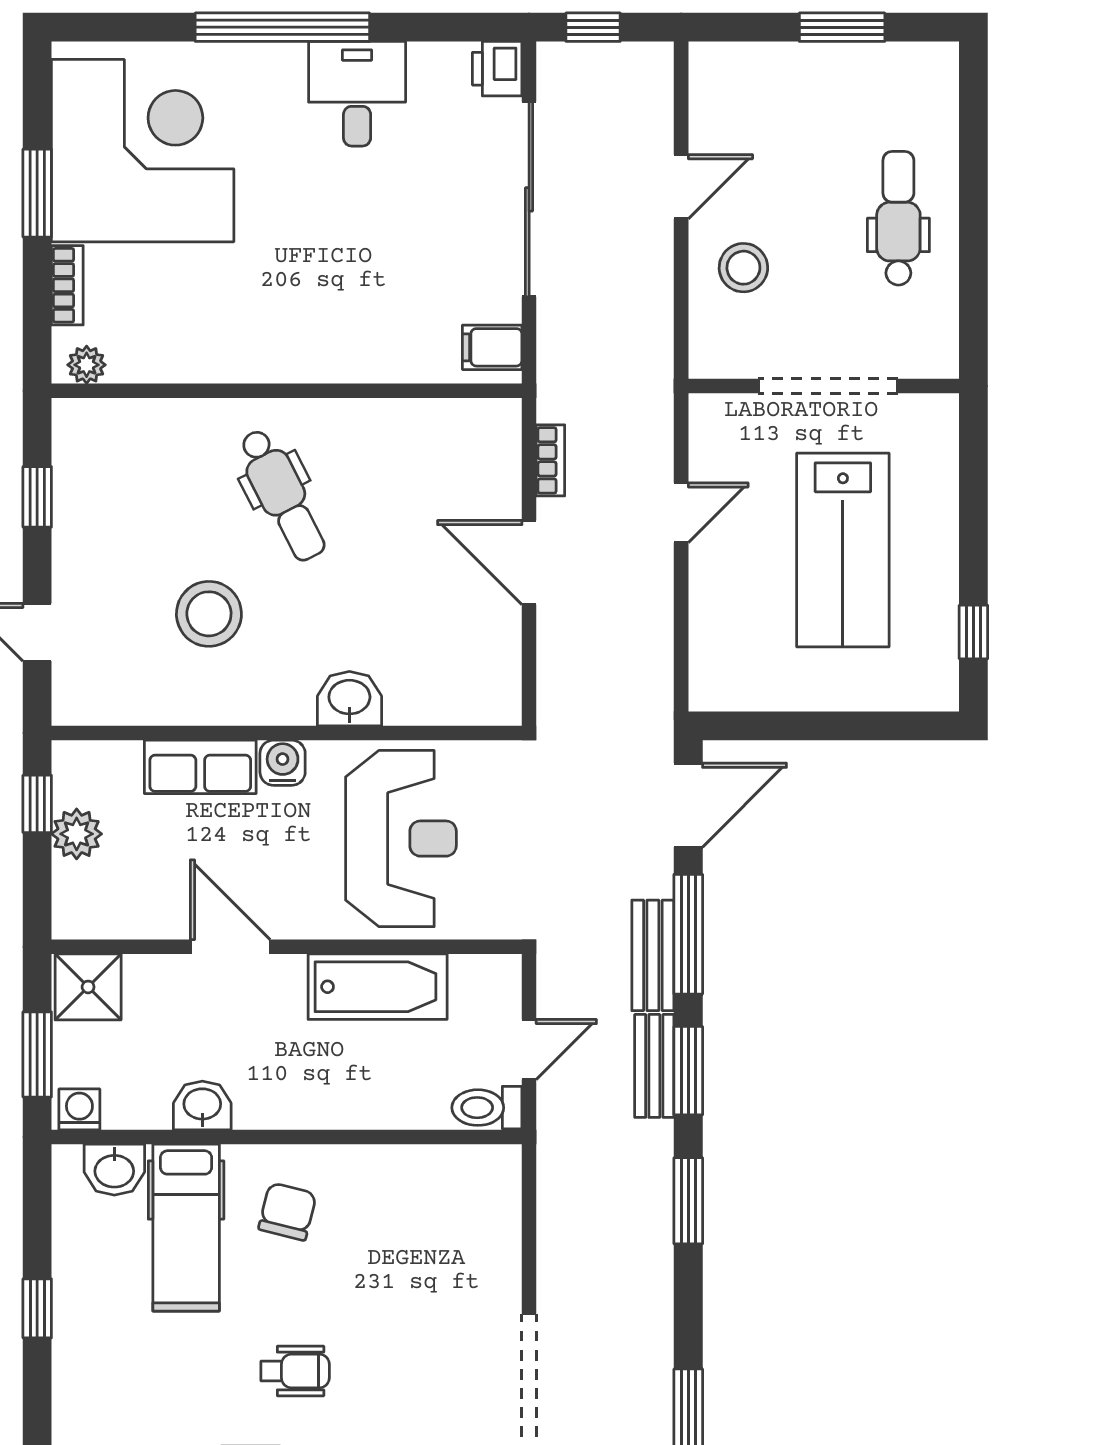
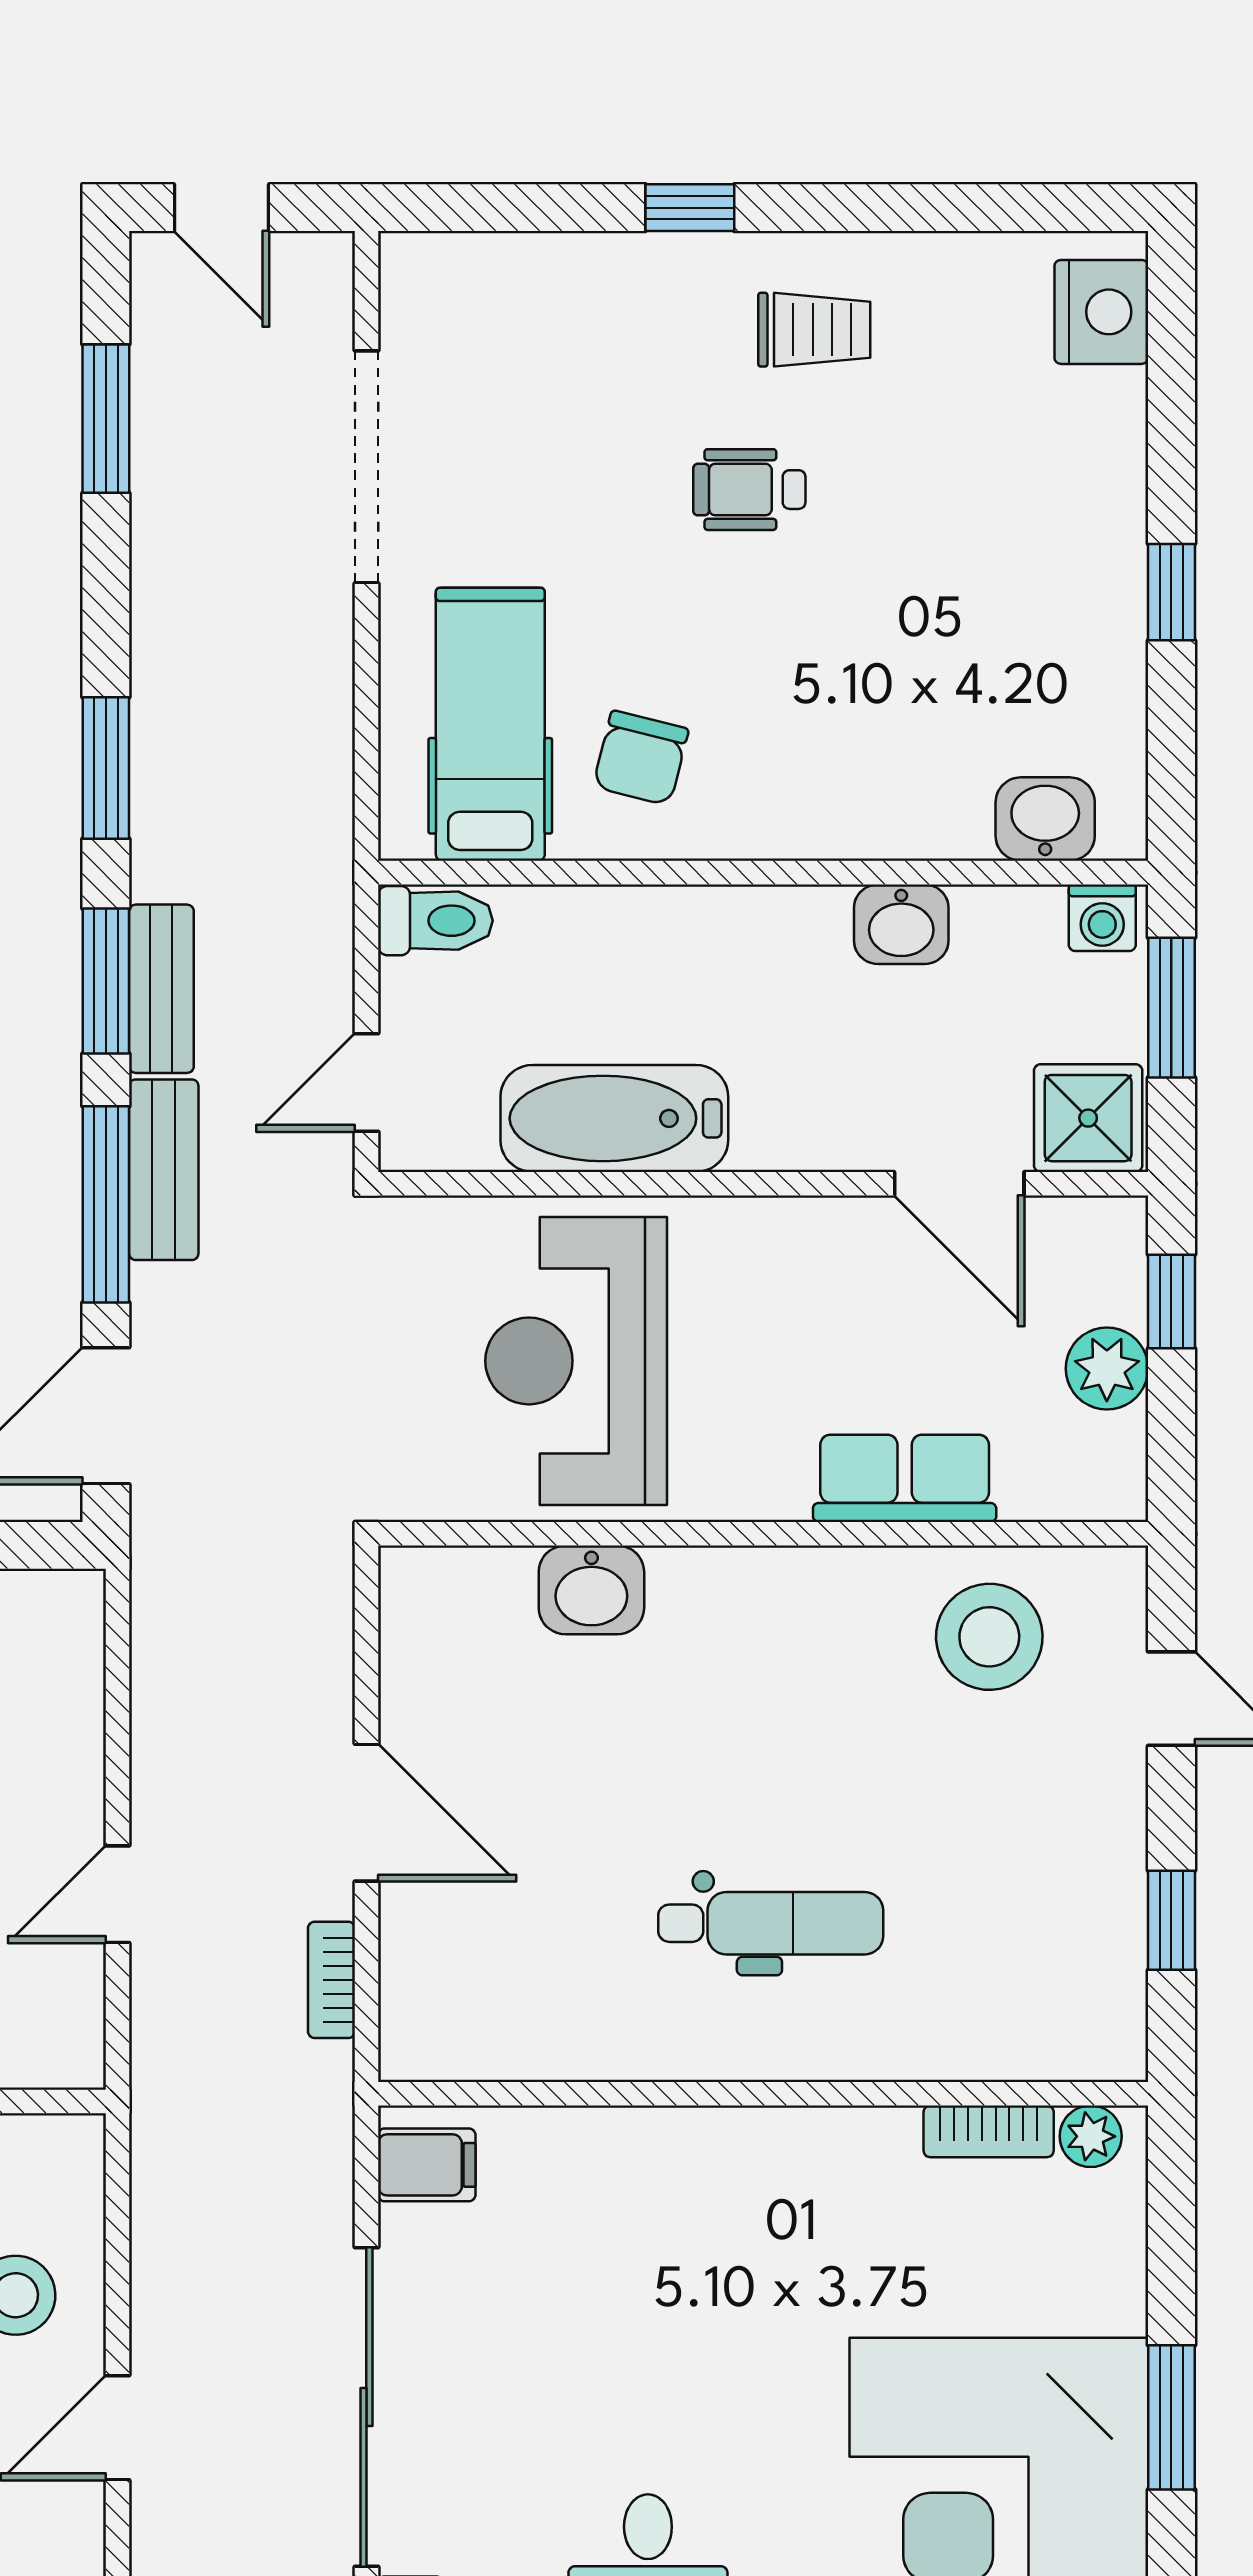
bookcase: (67, 285) -> (989, 2131), moved, turned -90
dental chair: (282, 495) -> (771, 1923), turned 117
stool: (209, 614) -> (989, 1637), moved
washbasin: (349, 699) -> (591, 1590), moved
water cooler: (283, 763) -> (770, 1485), removed
window: (37, 804) -> (1171, 1301), moved
door: (230, 947) -> (959, 1184), moved
door: (529, 1050) -> (366, 1082), moved
chair: (287, 1212) -> (641, 758), moved
hospital bed: (186, 1228) -> (490, 724), moved

